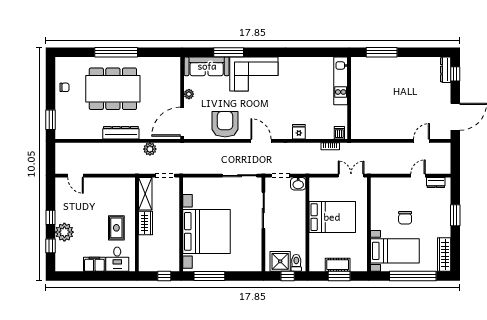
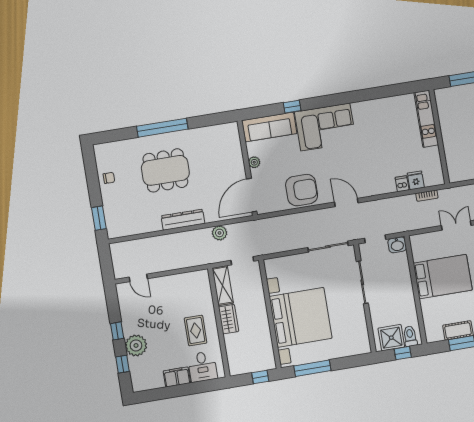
window: (229, 52) -> (292, 107), width x0.46
dining table: (113, 89) -> (165, 170), width x0.73, depth x0.80
armchair: (225, 124) -> (302, 190), turned 90
fridge: (299, 132) -> (416, 180), moved
dishwasher: (339, 133) -> (402, 184), moved

